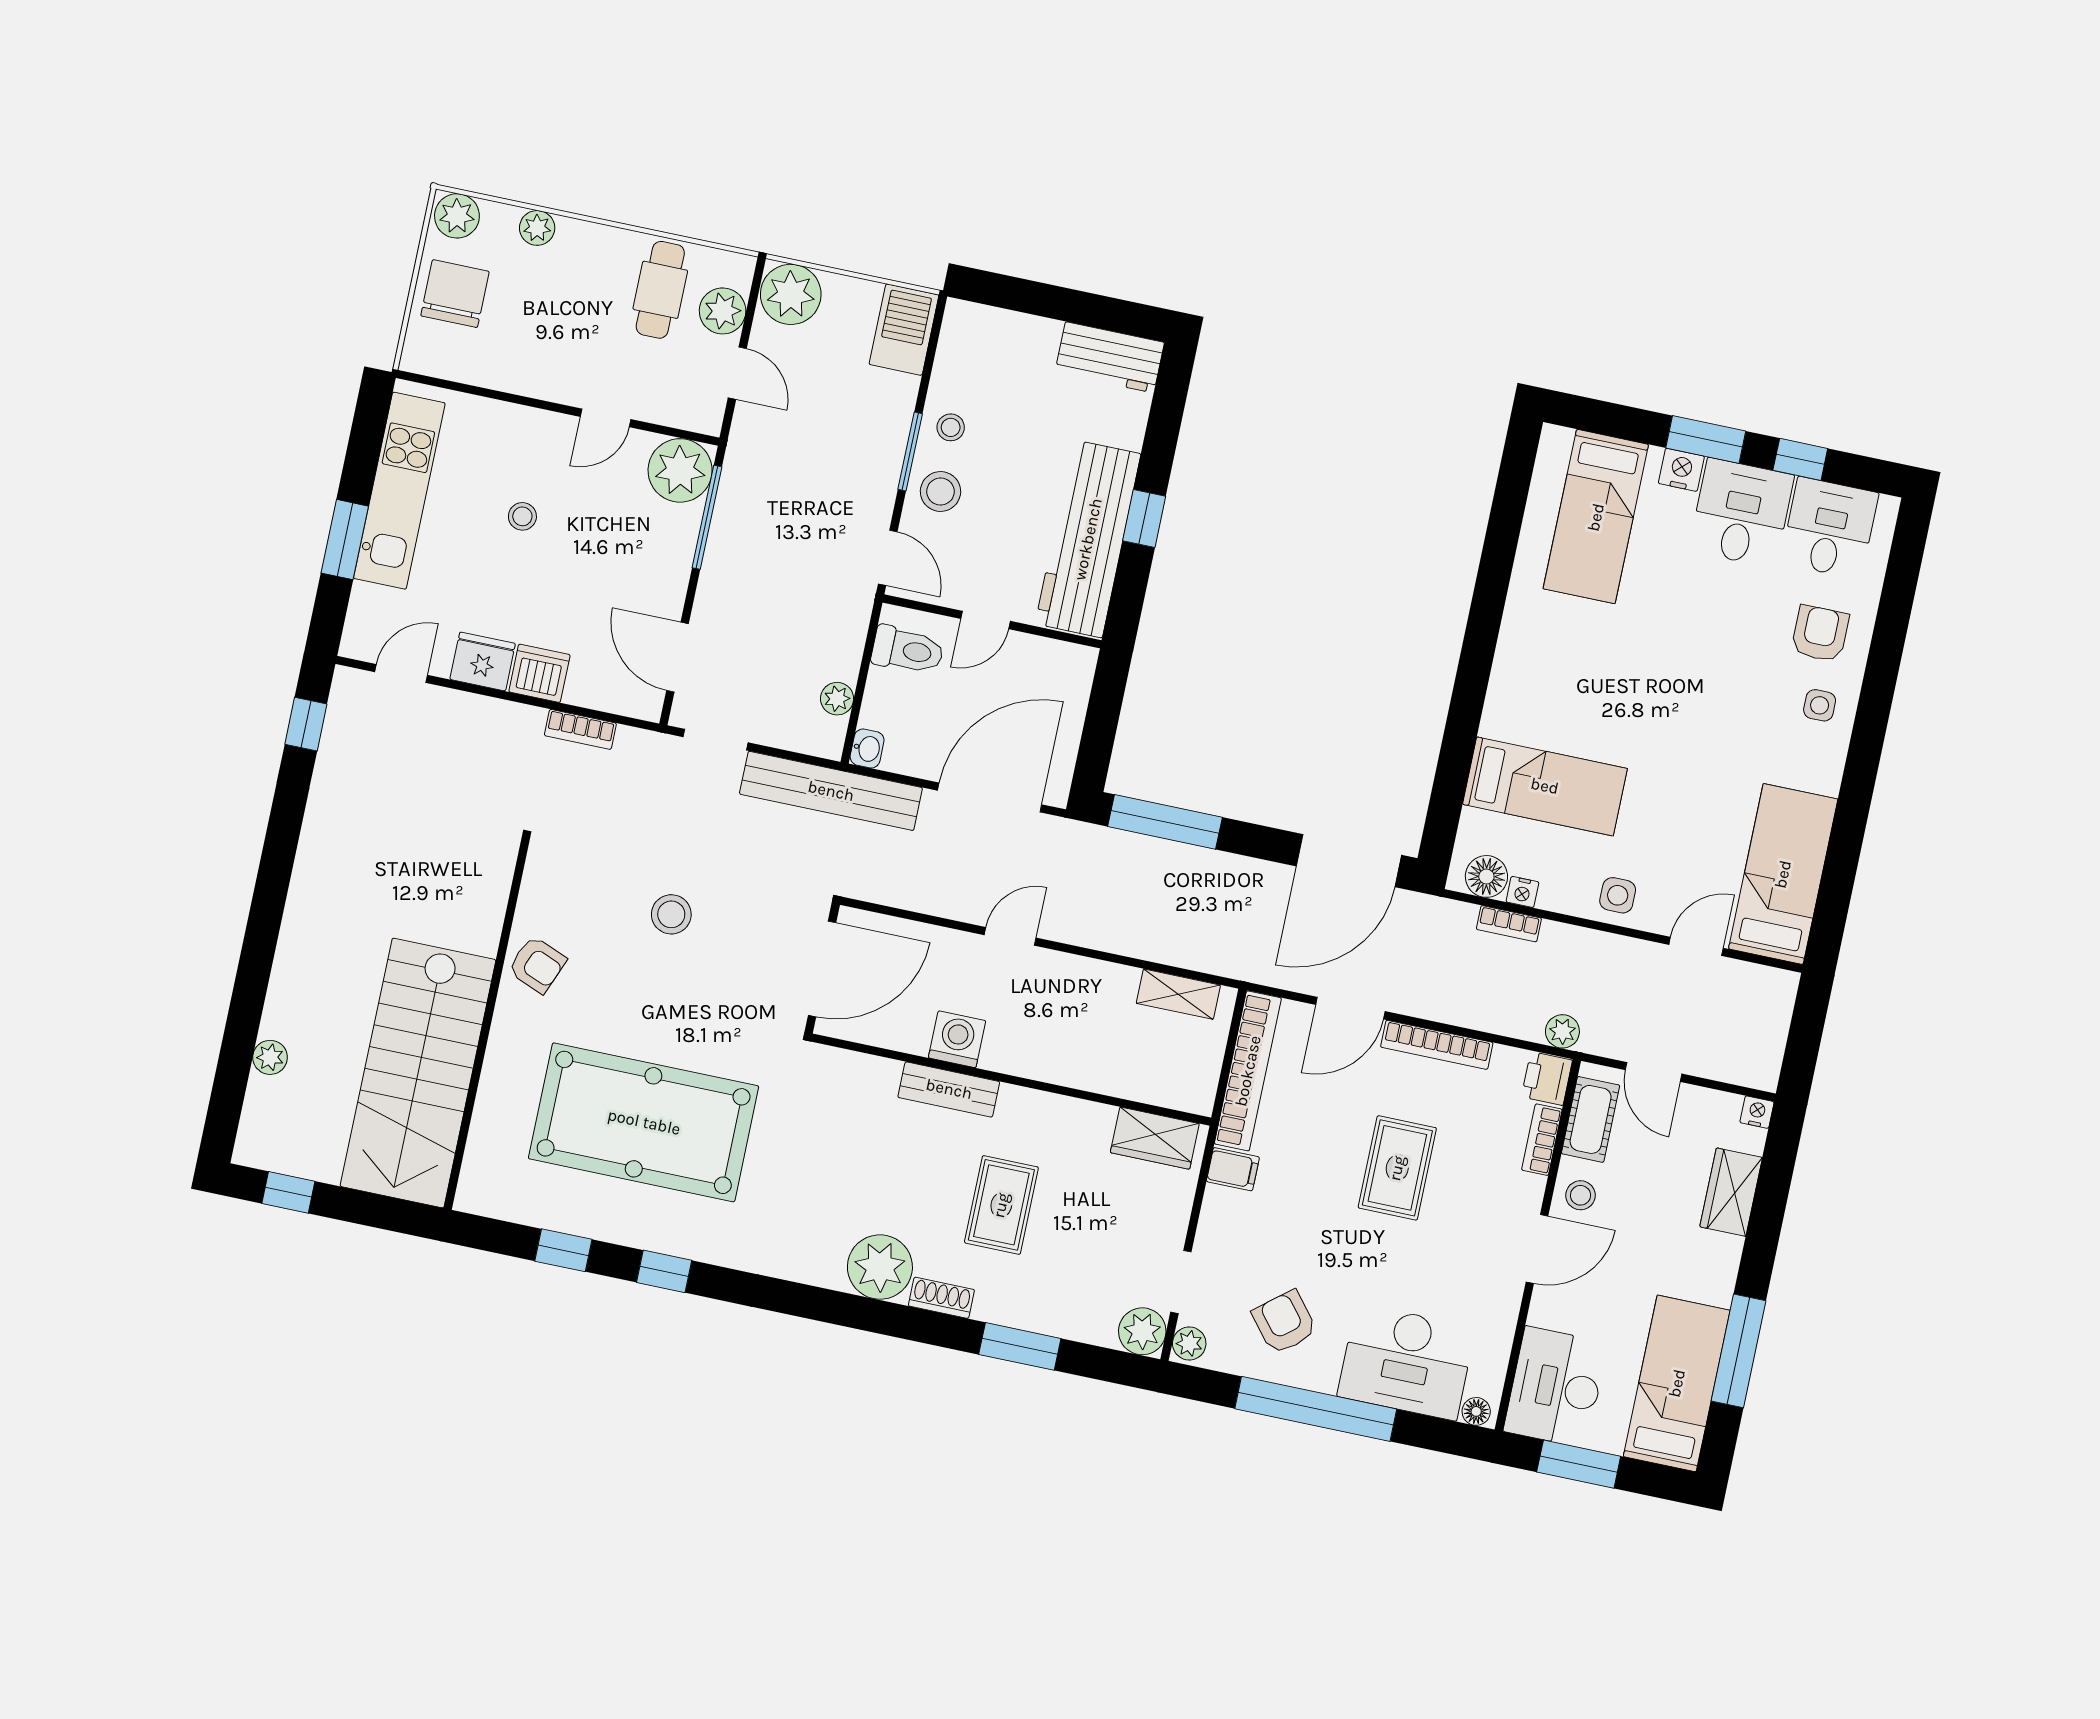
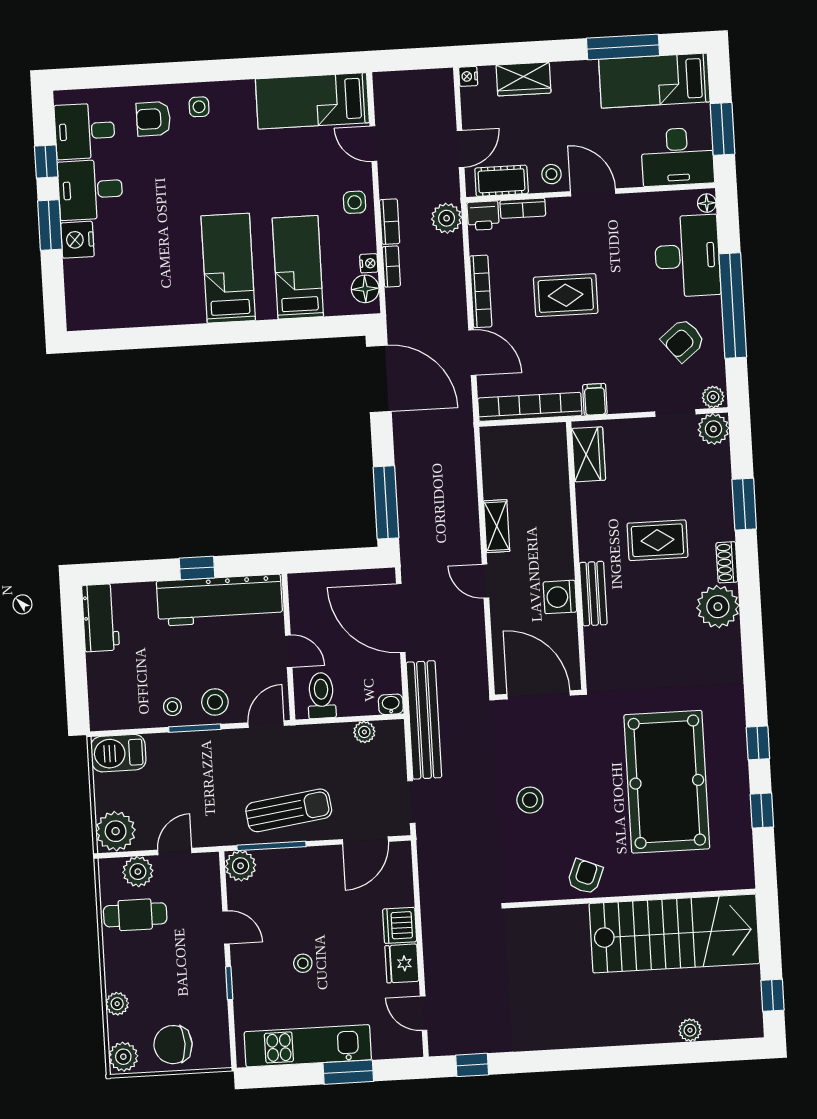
window: (523, 400) -> (229, 983), added
plant: (680, 470) -> (241, 866), width x0.73, depth x0.73
nightstand: (1681, 470) -> (77, 240), width x1.36, depth x1.33
bed: (1596, 517) -> (228, 268), moved, turned -90
sun lounger: (752, 557) -> (289, 810), added
bookcase: (580, 729) -> (390, 222), moved
shelving: (1178, 994) -> (497, 526), moved
plant: (1562, 1031) -> (447, 218), width x1.38, depth x1.38

